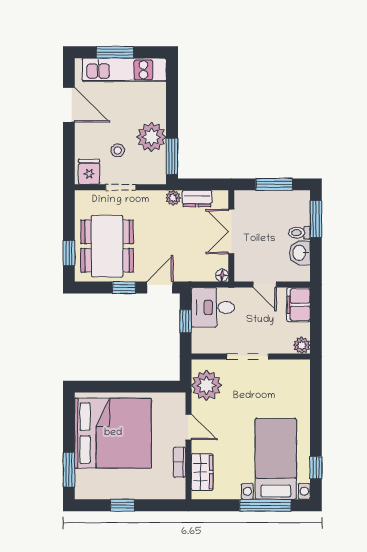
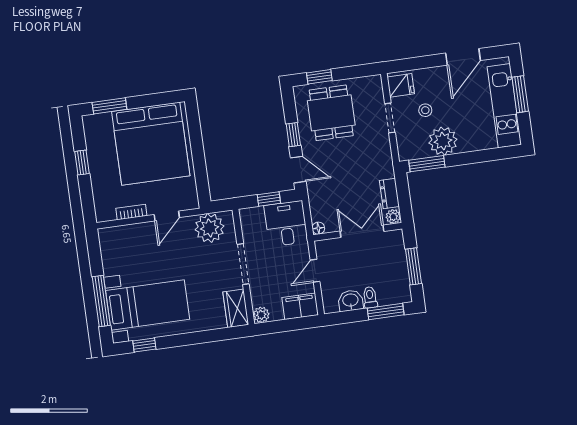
plant: (173, 198) -> (393, 217), moved
dining table: (107, 246) -> (331, 113), width x0.73
wardrobe: (202, 472) -> (236, 308), moved, turned 90

